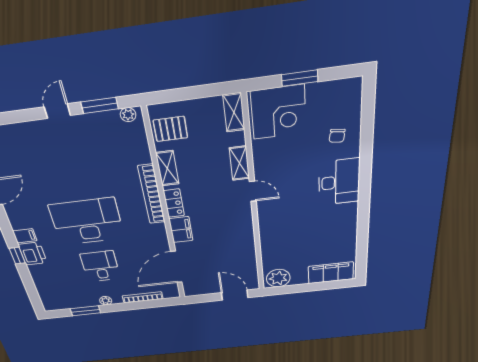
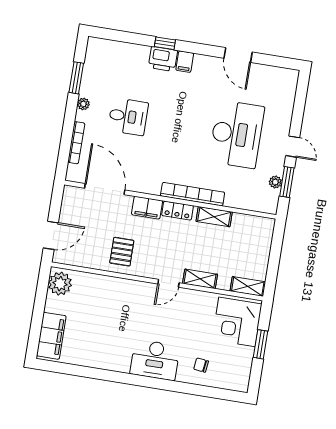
plant: (128, 115) -> (275, 182), moved
pallet: (170, 129) -> (122, 252), moved
desk: (87, 222) -> (237, 134), moved

